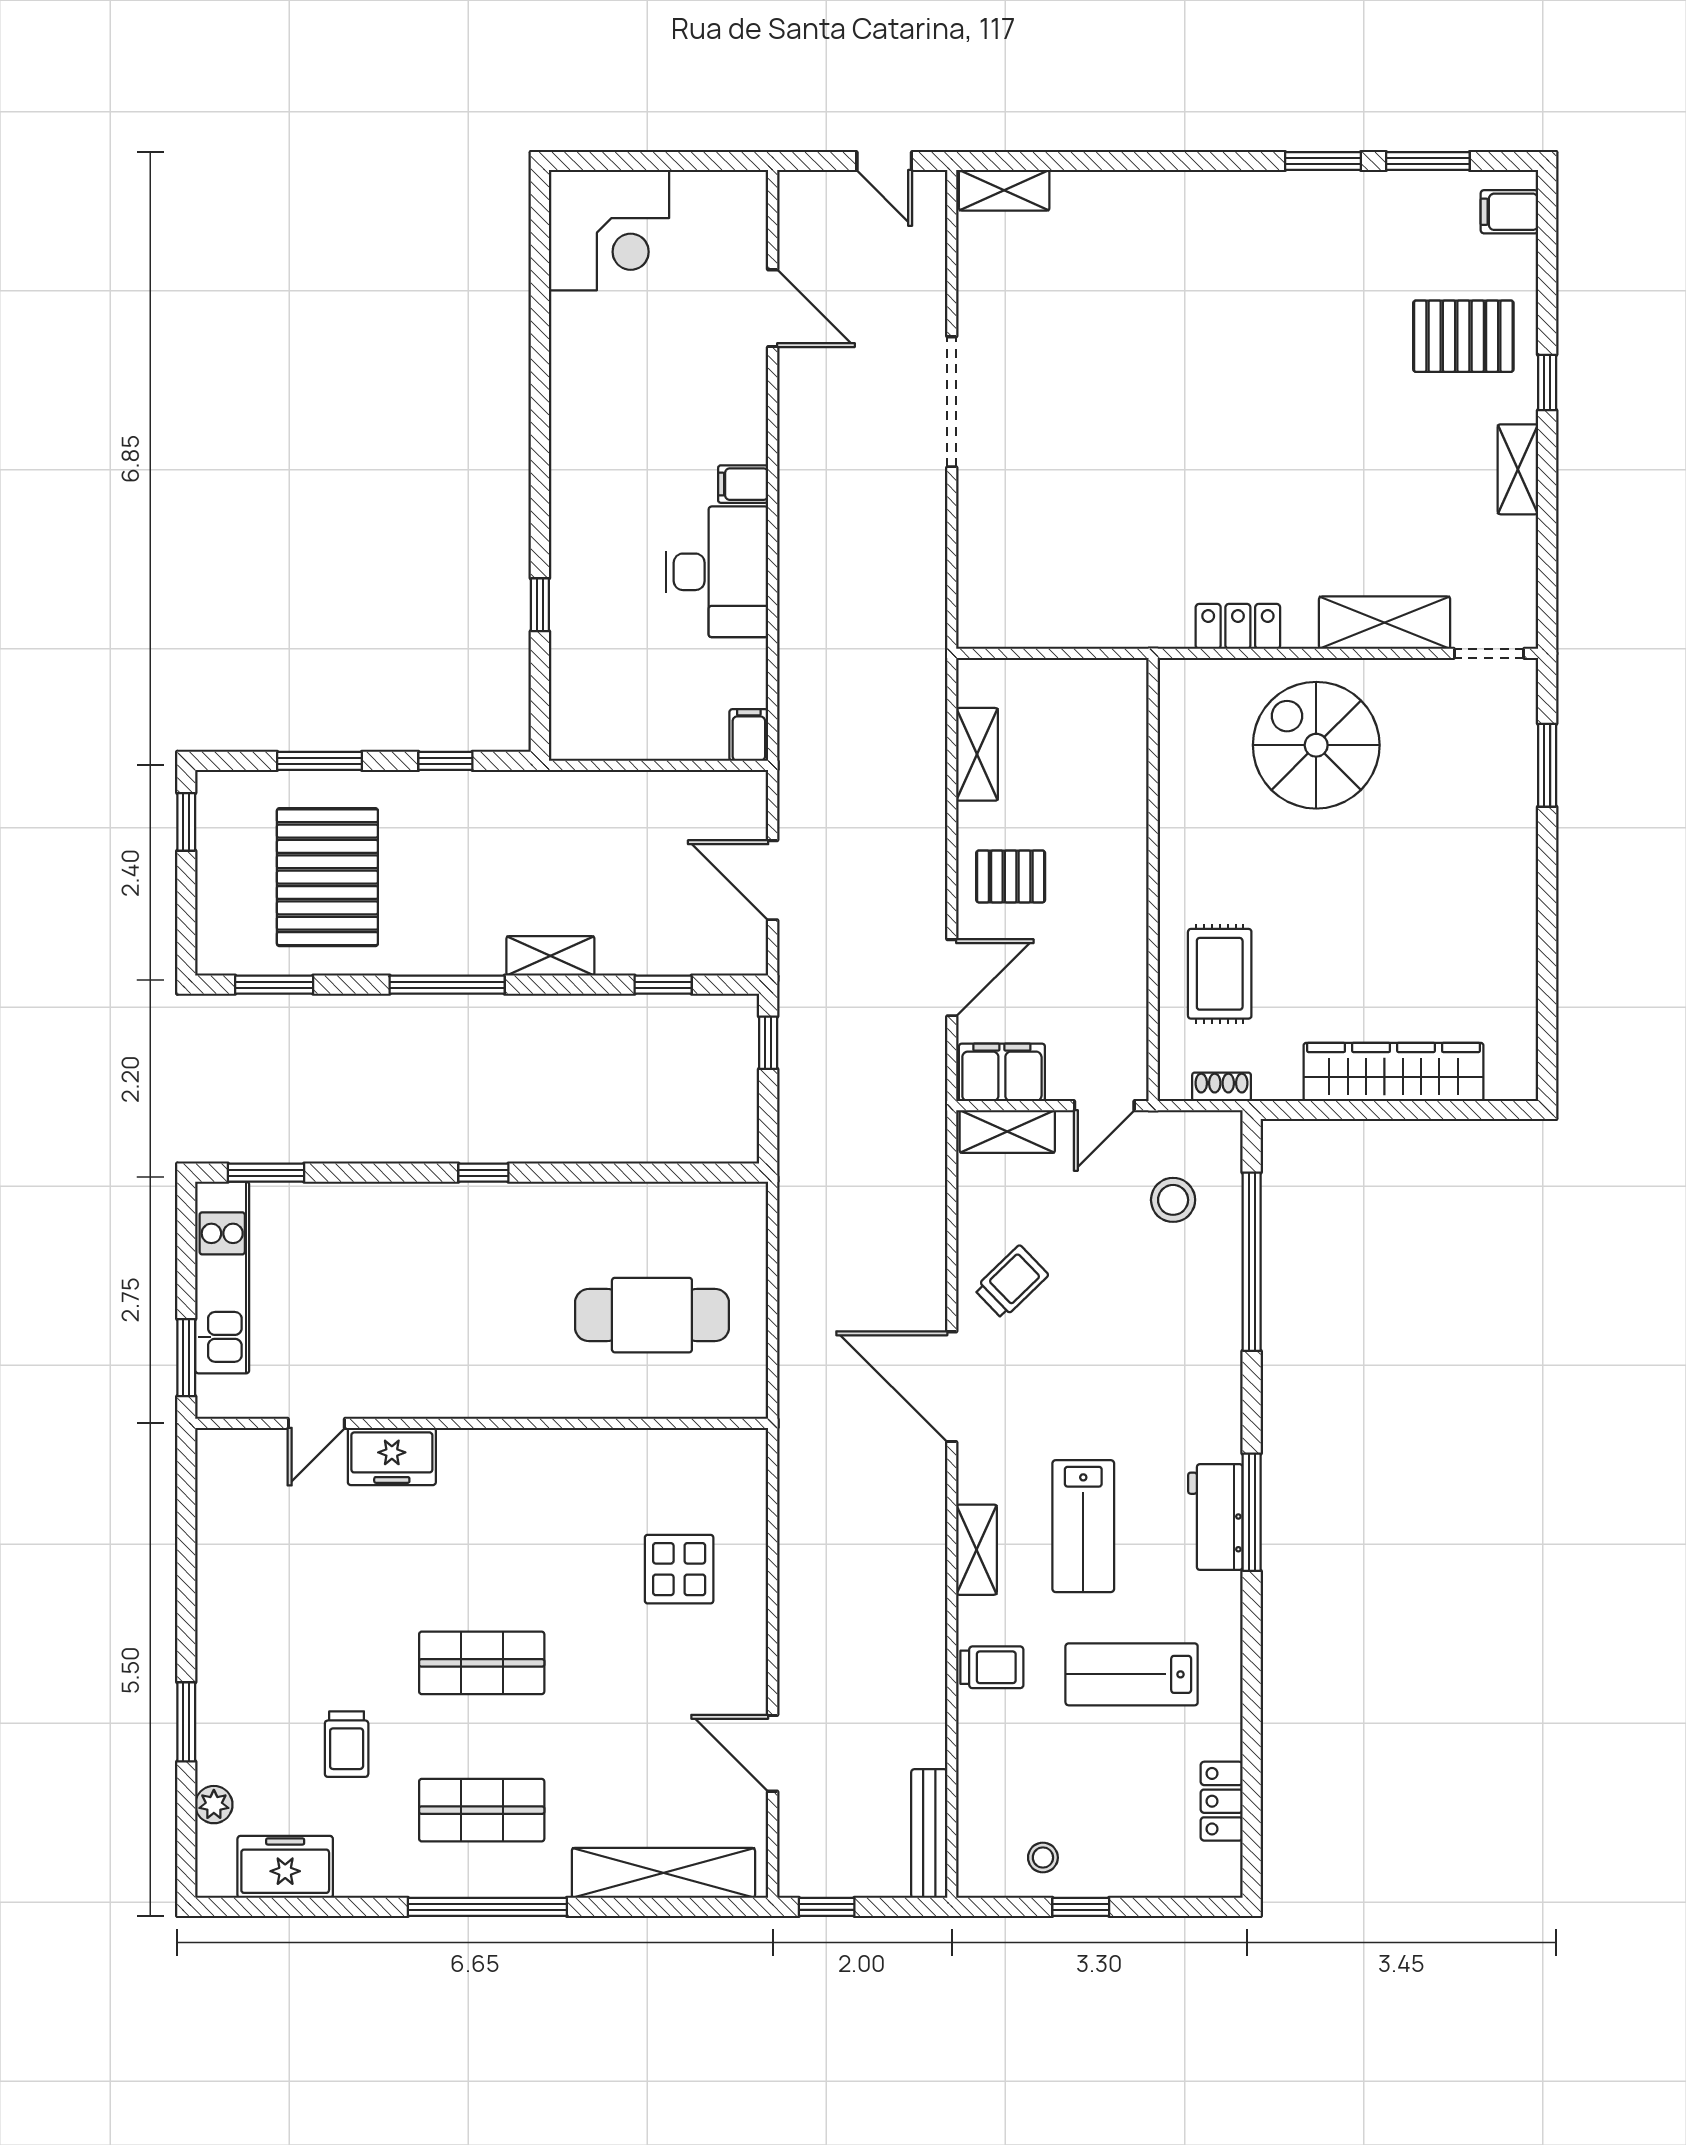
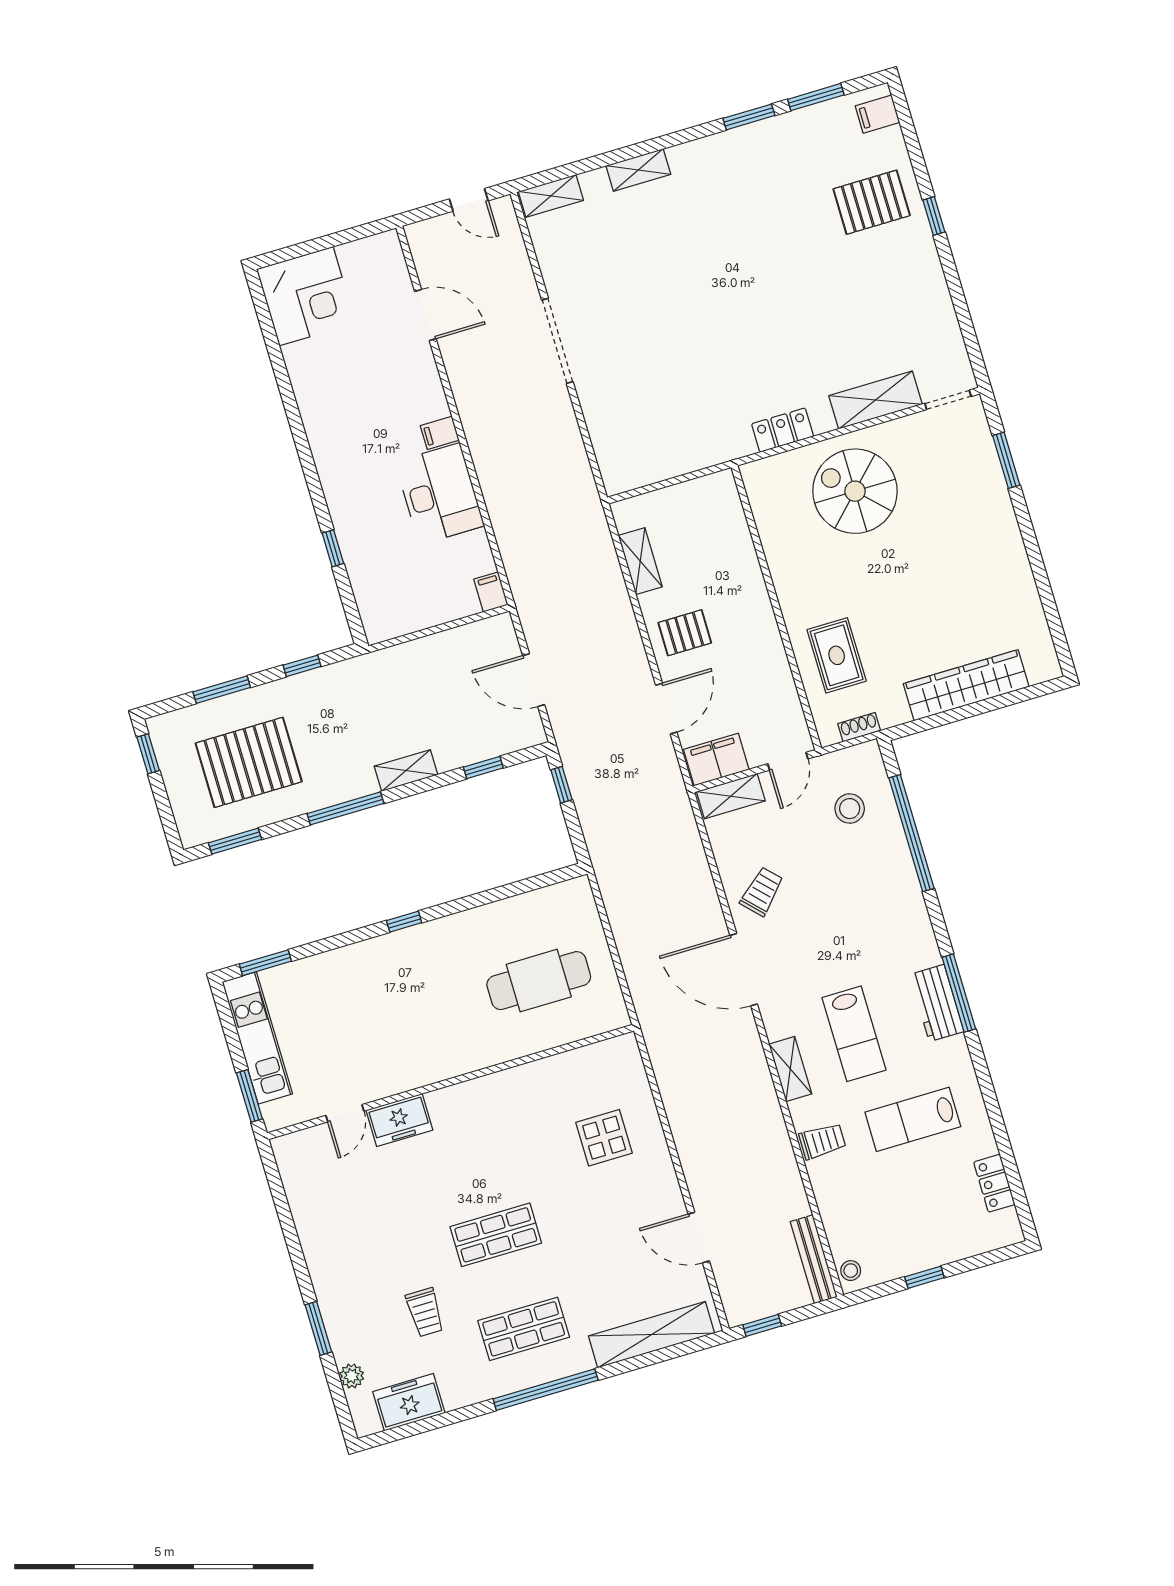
shelving: (1518, 469) -> (638, 170), moved, turned 90
pallet: (327, 877) -> (249, 762), turned 90
stool: (1043, 1858) -> (851, 1271), moved

